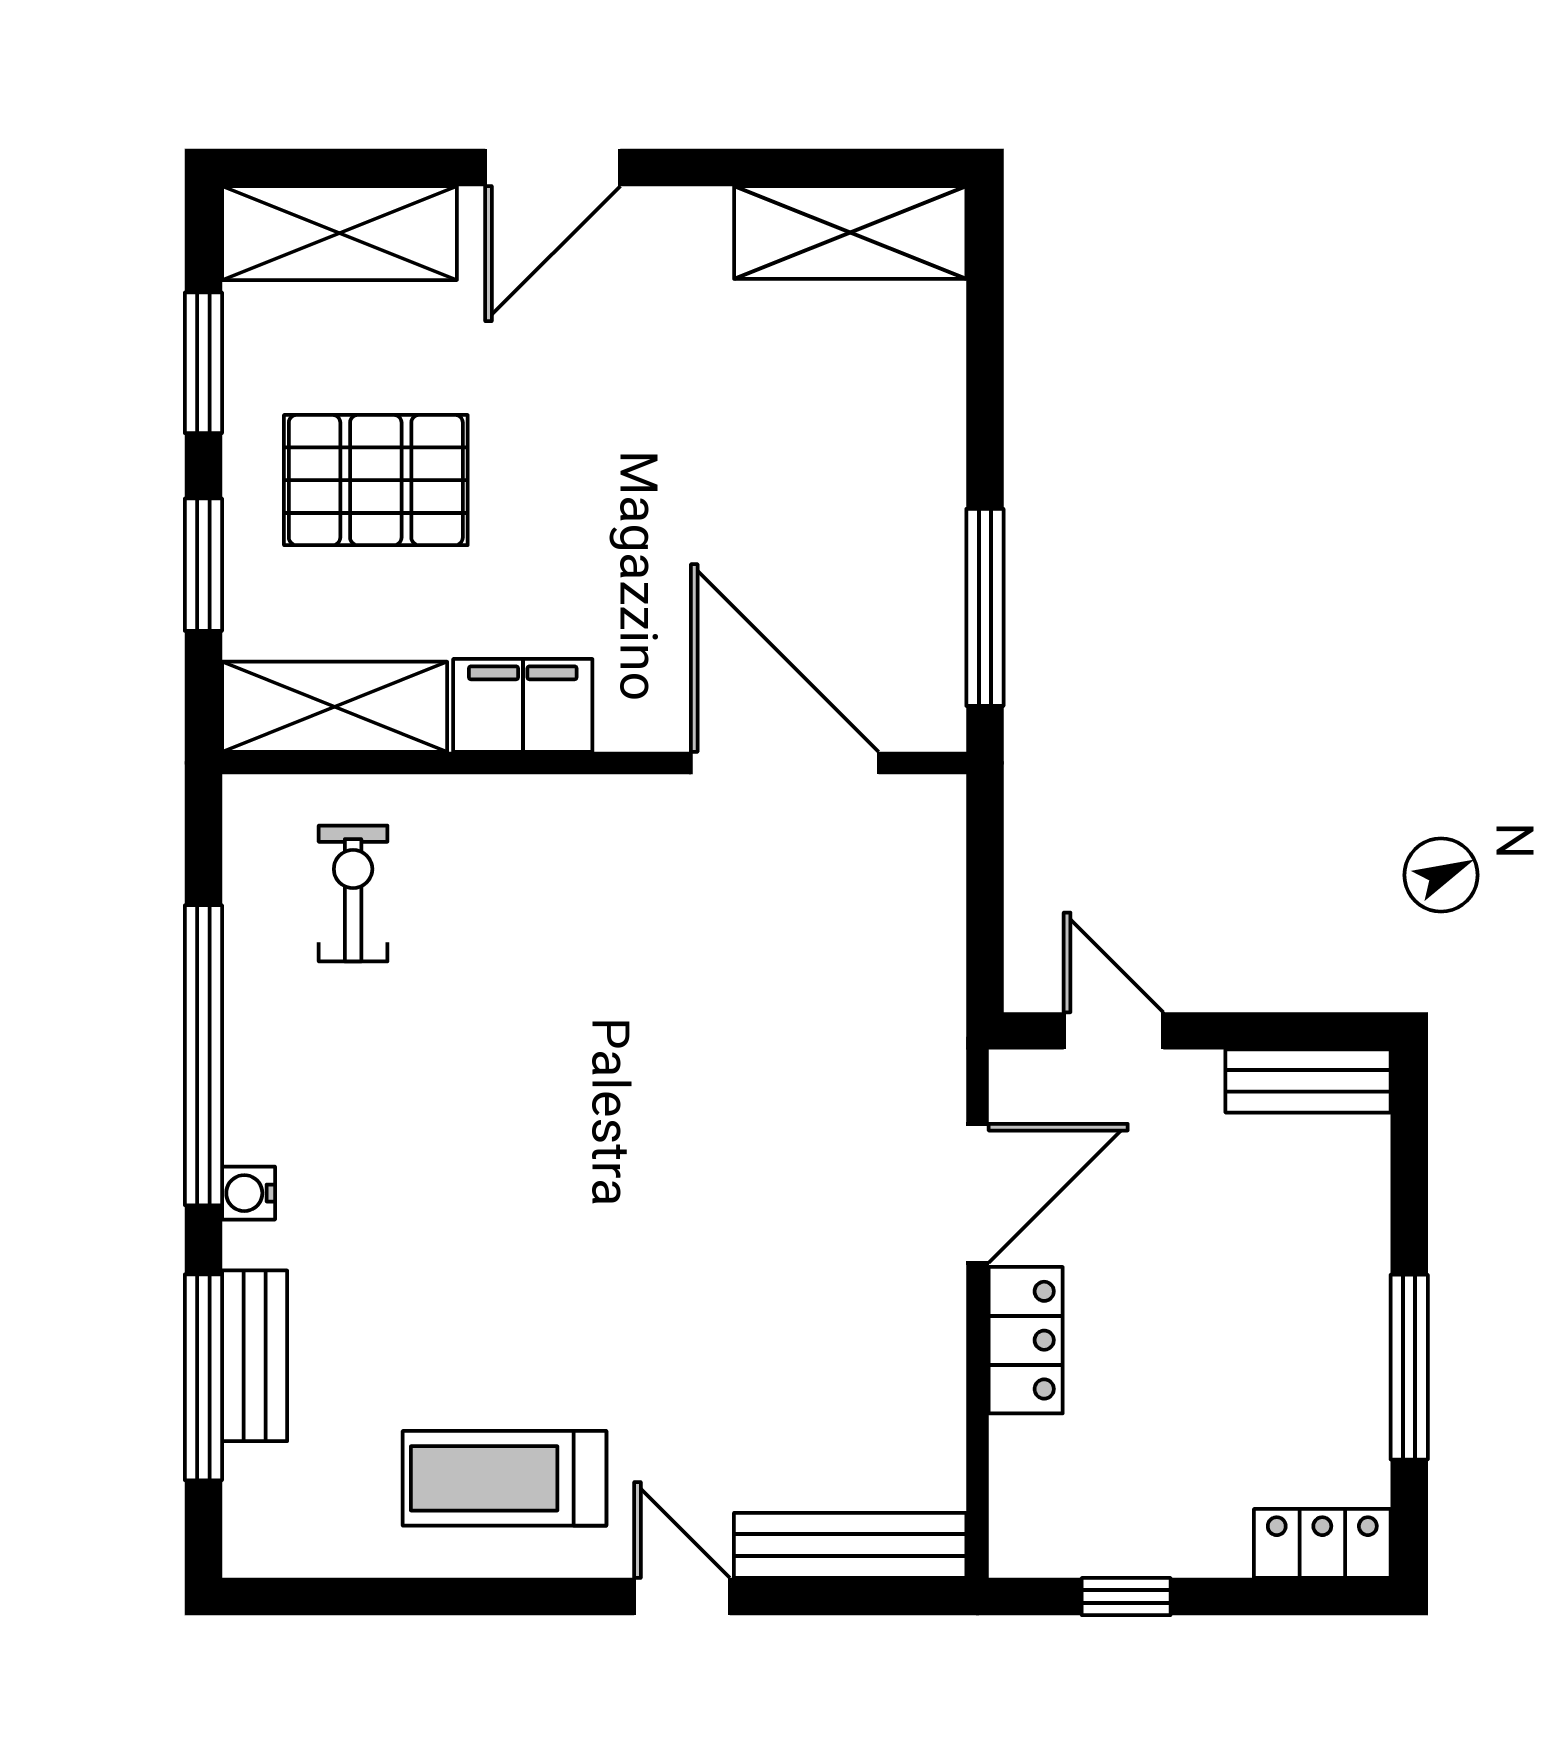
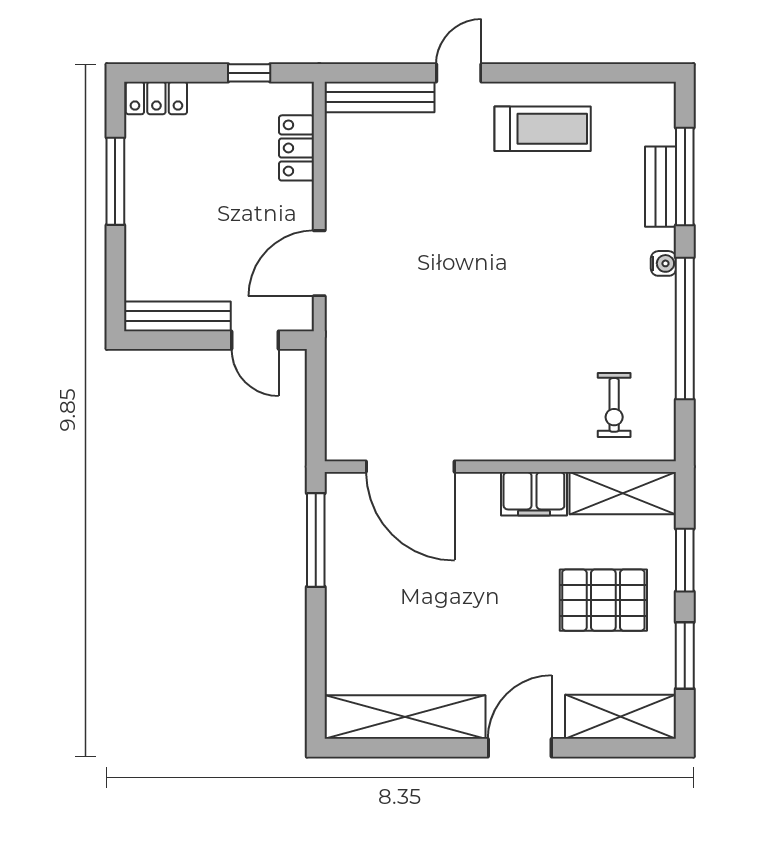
shelving: (850, 233) -> (405, 717), width x1.47
bench: (1308, 1081) -> (177, 316), width x1.36
locker: (1026, 1340) -> (297, 148), moved
door: (682, 1597) -> (459, 73), swing flipped

